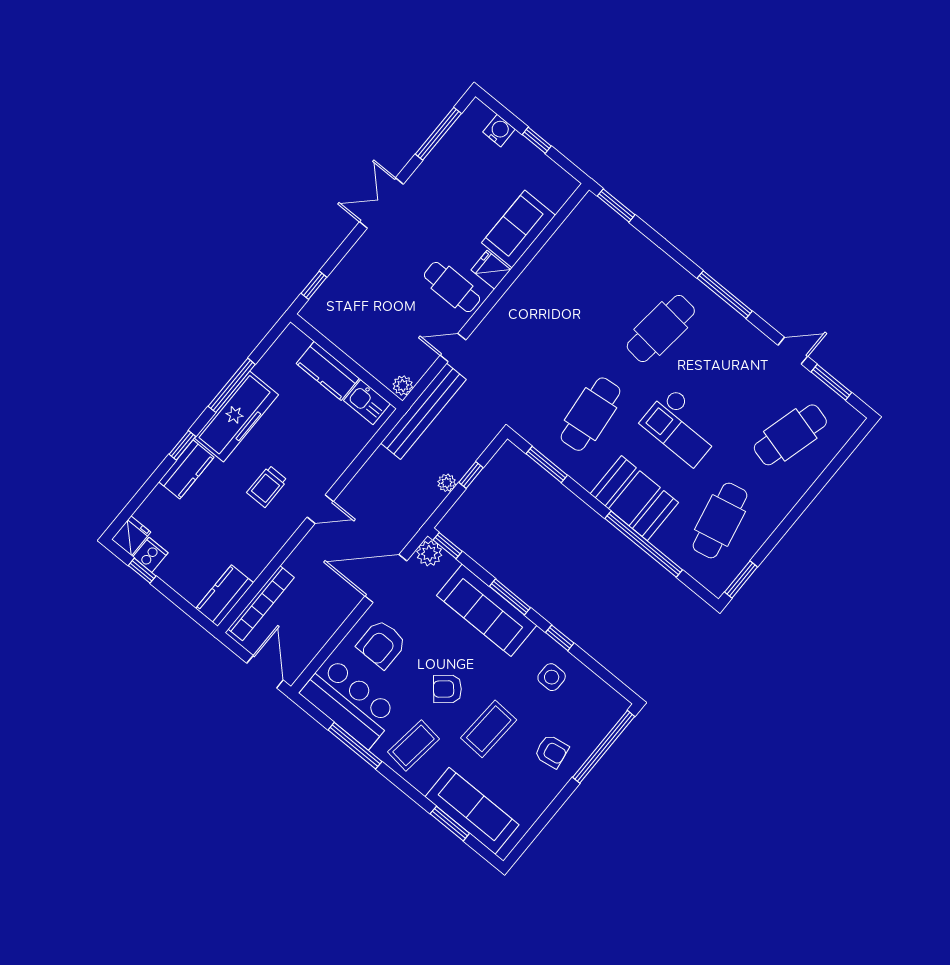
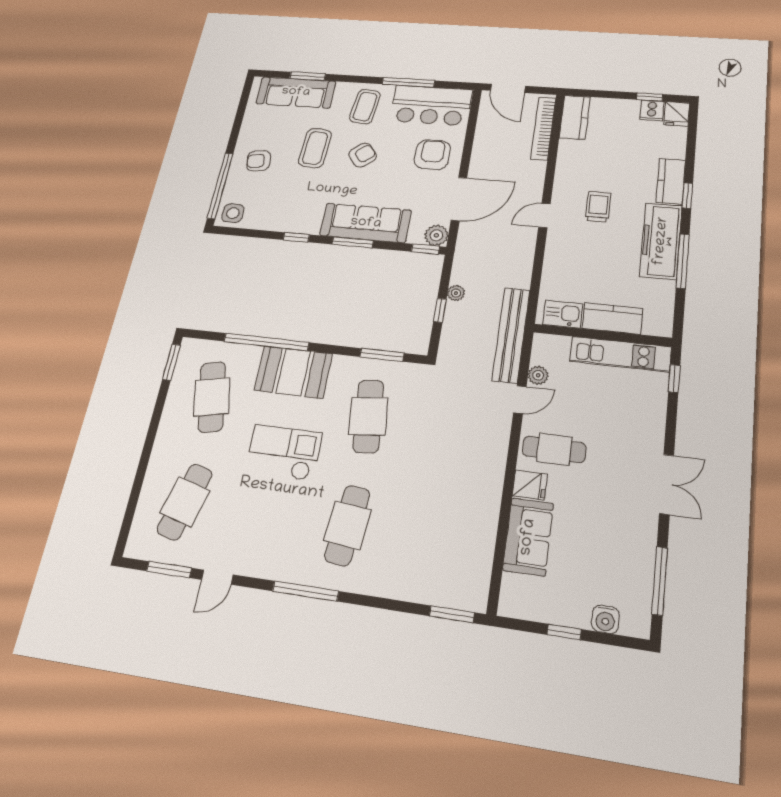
kitchen unit: (343, 334) -> (621, 354), added
plant: (403, 385) -> (538, 375), moved
side table: (552, 677) -> (233, 213), moved

